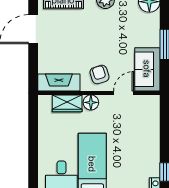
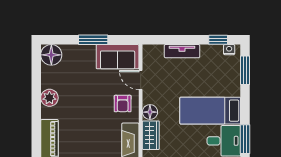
armchair: (100, 75) -> (123, 104), turned -72
tv unit: (153, 135) -> (182, 51), added

